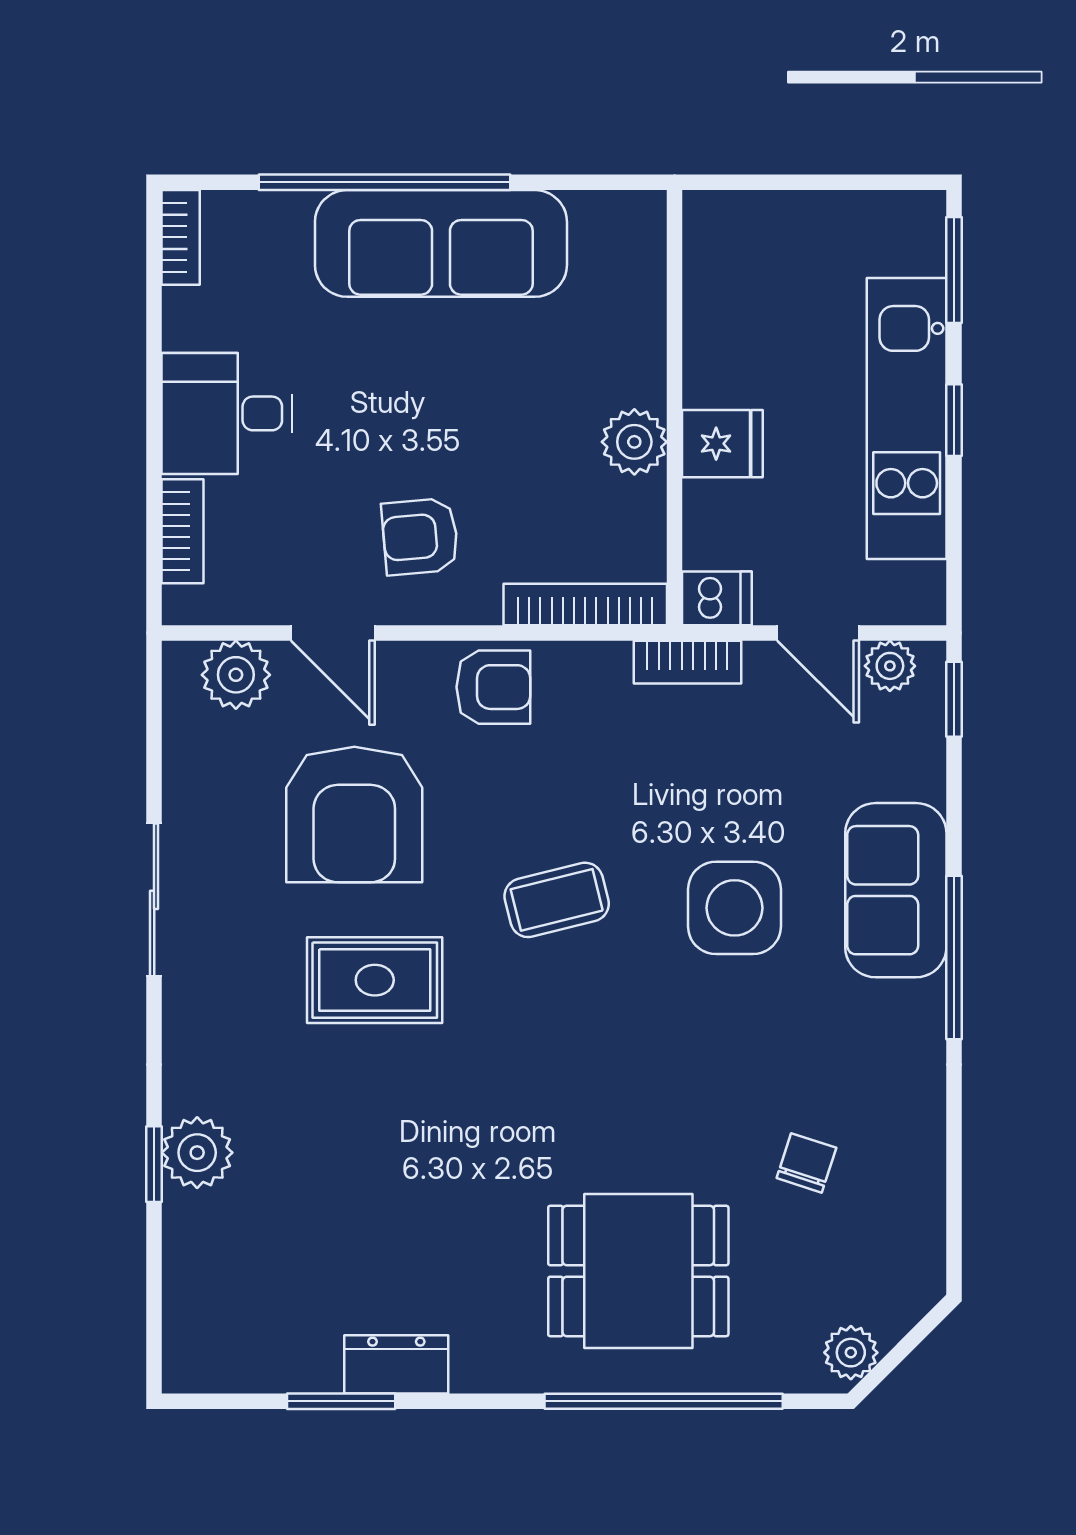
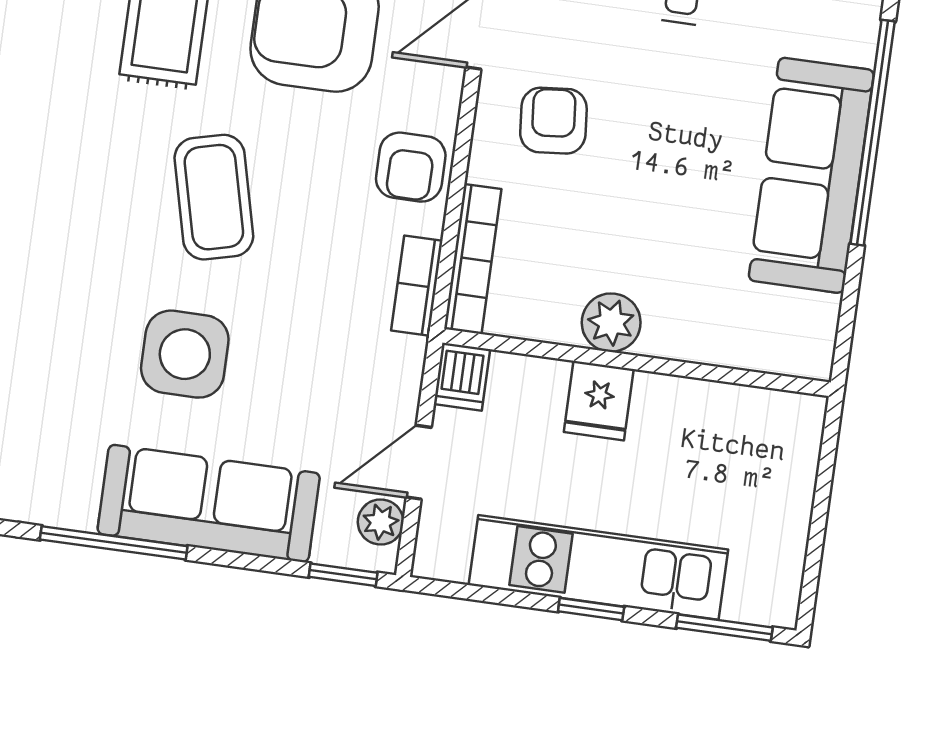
bookcase: (687, 662) -> (417, 286), moved
sofa: (896, 890) -> (209, 503), width x1.36
coffee table: (557, 900) -> (214, 197), width x1.36, depth x1.30

